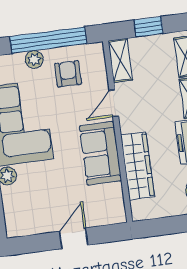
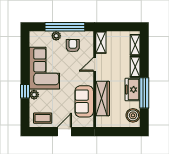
window: (149, 27) -> (118, 27), removed
sofa: (100, 153) -> (84, 101), moved
coffee table: (29, 218) -> (43, 118), added

